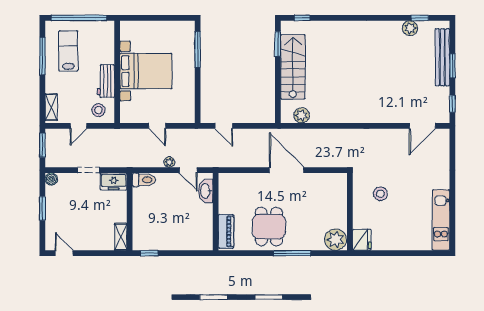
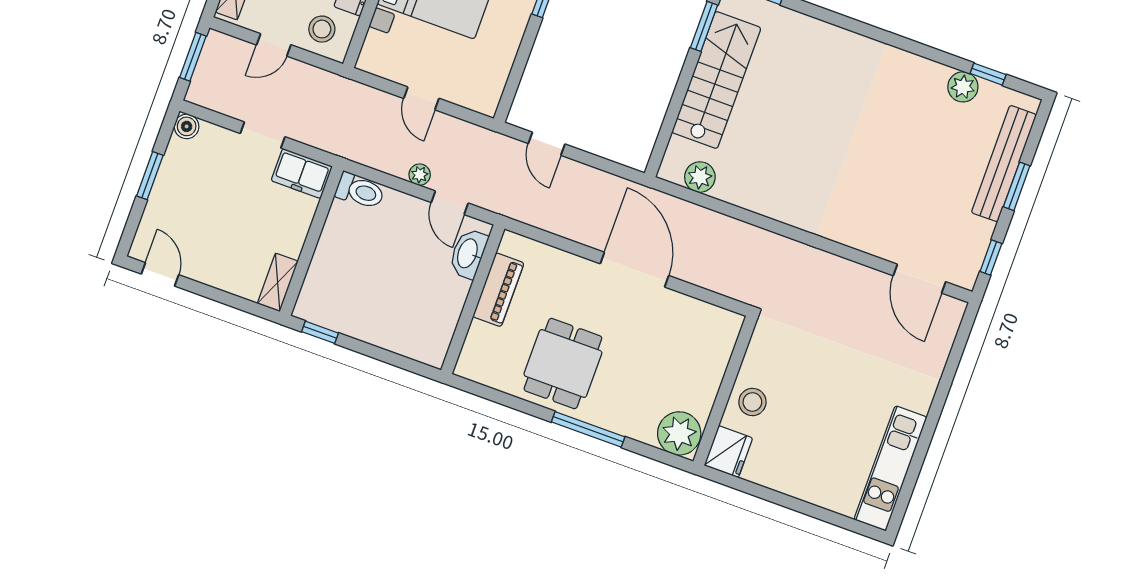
door: (422, 126) -> (919, 279), hinge flipped
stool: (380, 194) -> (752, 402), moved
piano: (226, 231) -> (498, 290), moved

